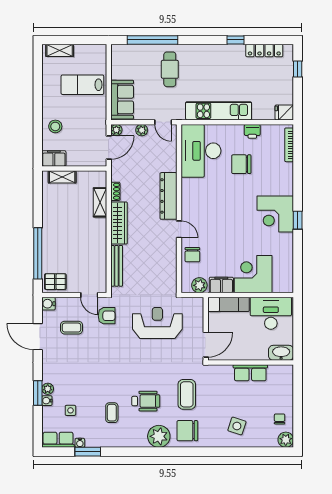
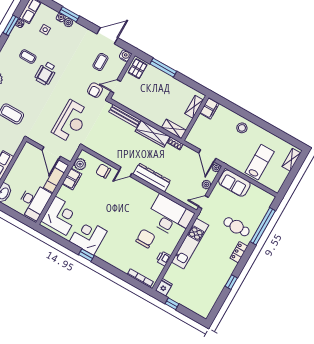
locker: (264, 51) -> (239, 252), moved, width x0.66
window: (298, 69) -> (172, 304), moved
filing cabinet: (54, 159) -> (210, 108), moved
wall: (74, 169) -> (195, 118), moved
shelving: (62, 177) -> (194, 107), moved
corner desk: (275, 214) -> (88, 236), moved
window: (38, 253) -> (163, 68), width x0.68
corner desk: (253, 274) -> (61, 216), moved
door: (206, 345) -> (51, 153), moved
wheelchair: (146, 401) -> (46, 73), moved

